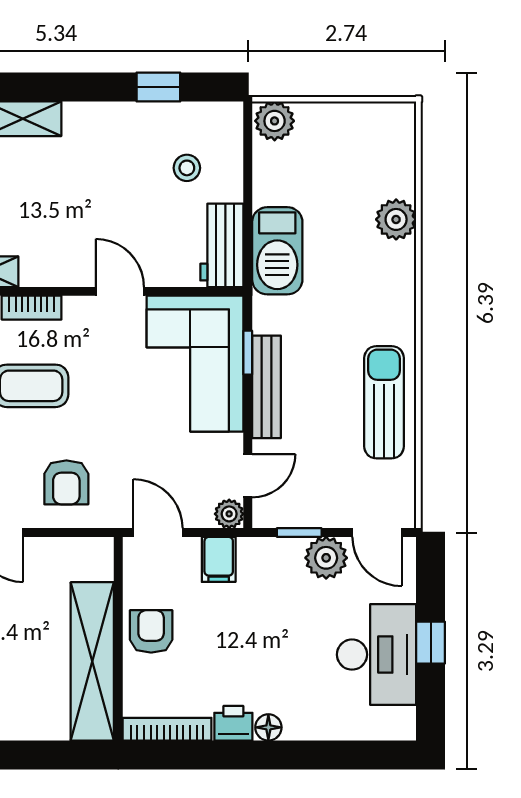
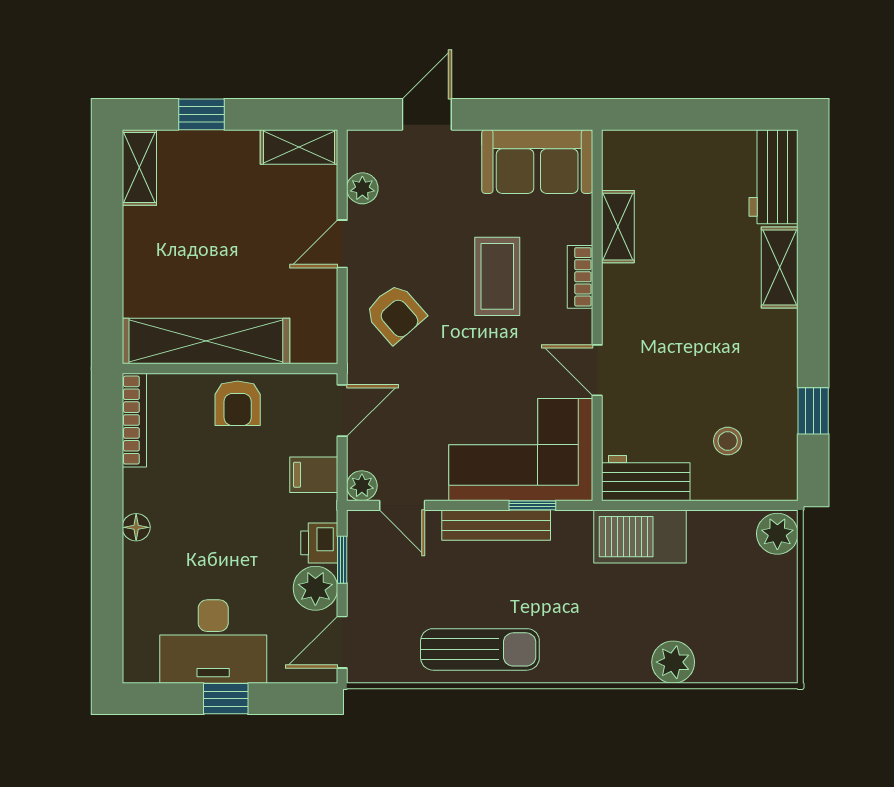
door: (120, 291) -> (597, 370), swing flipped
armchair: (66, 482) -> (395, 314), turned -131
armchair: (151, 631) -> (238, 403), turned 90
printer: (233, 723) -> (319, 543), moved, turned 180

